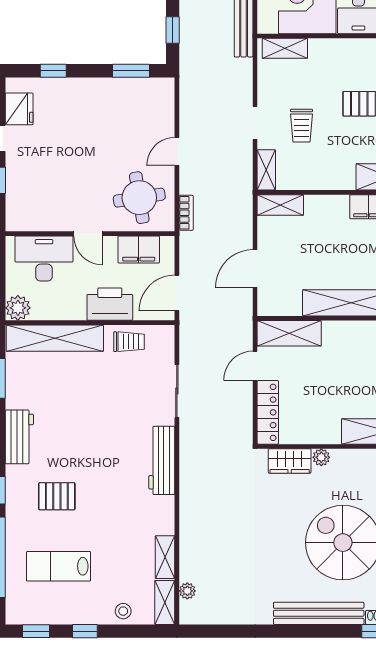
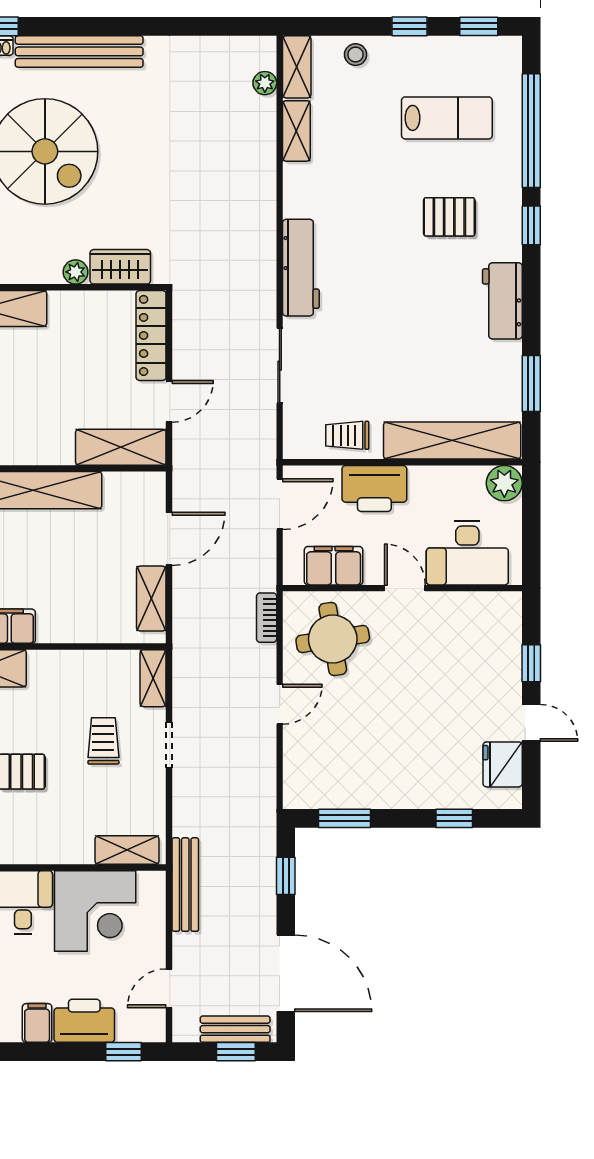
shelving: (280, 205) -> (151, 599), moved, turned 90

